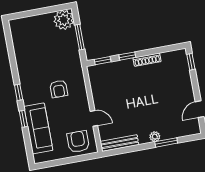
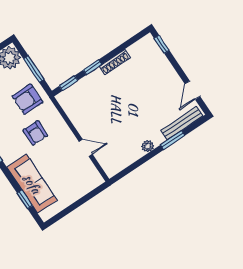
window: (23, 119) -> (25, 199), moved
plant: (155, 137) -> (148, 146), moved
armchair: (78, 142) -> (27, 99), moved, turned -90
bench: (119, 143) -> (182, 123), moved

